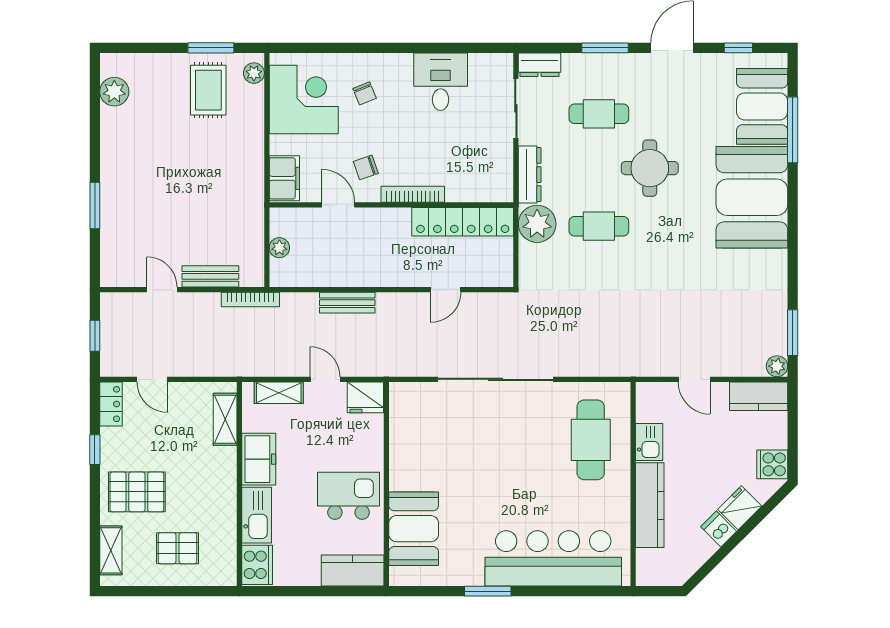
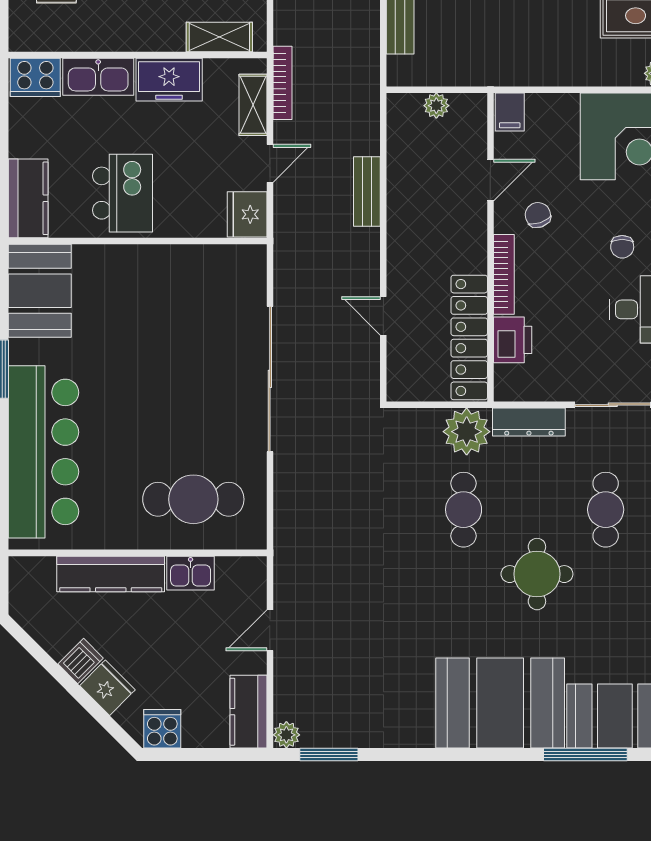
chair: (365, 93) -> (622, 247), moved, turned -68
filing cabinet: (284, 178) -> (510, 112), width x0.50
printer: (465, 187) -> (513, 340), added
bookcase: (250, 300) -> (282, 83), moved, turned 180
booth: (414, 529) -> (40, 291), moved, turned 90

